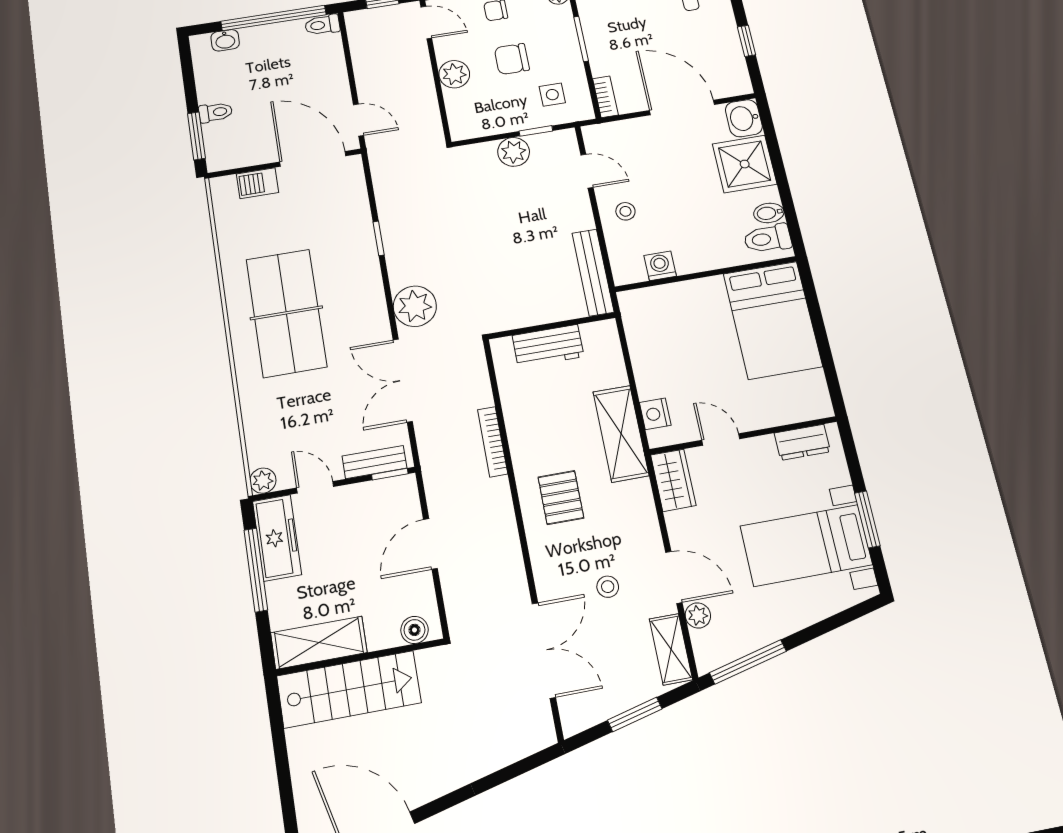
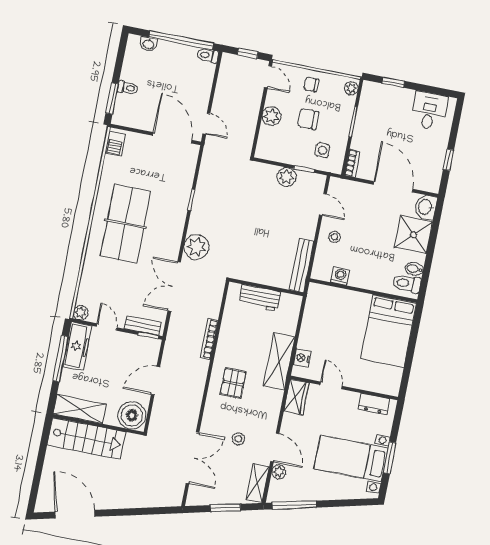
barbecue: (258, 183) -> (115, 144), moved, turned -90
boiler: (414, 630) -> (132, 415), width x1.86, depth x1.86

